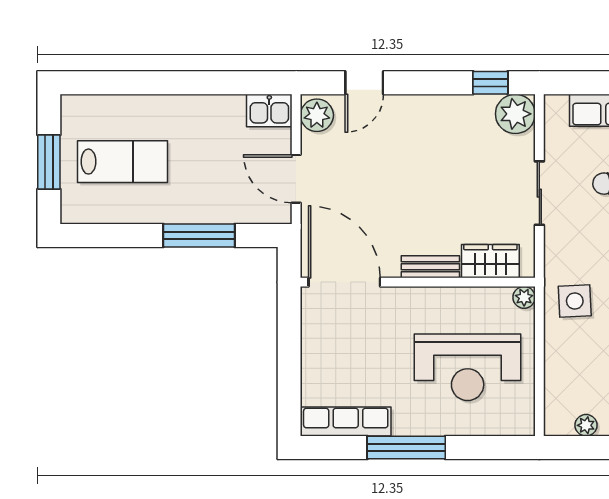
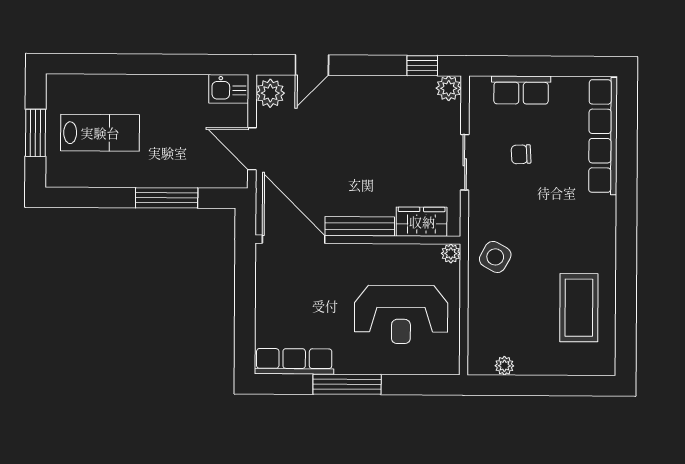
plant: (515, 114) -> (449, 88), width x0.73, depth x0.73
bench: (430, 267) -> (360, 226), width x1.36
side table: (575, 301) -> (495, 257), turned 32

